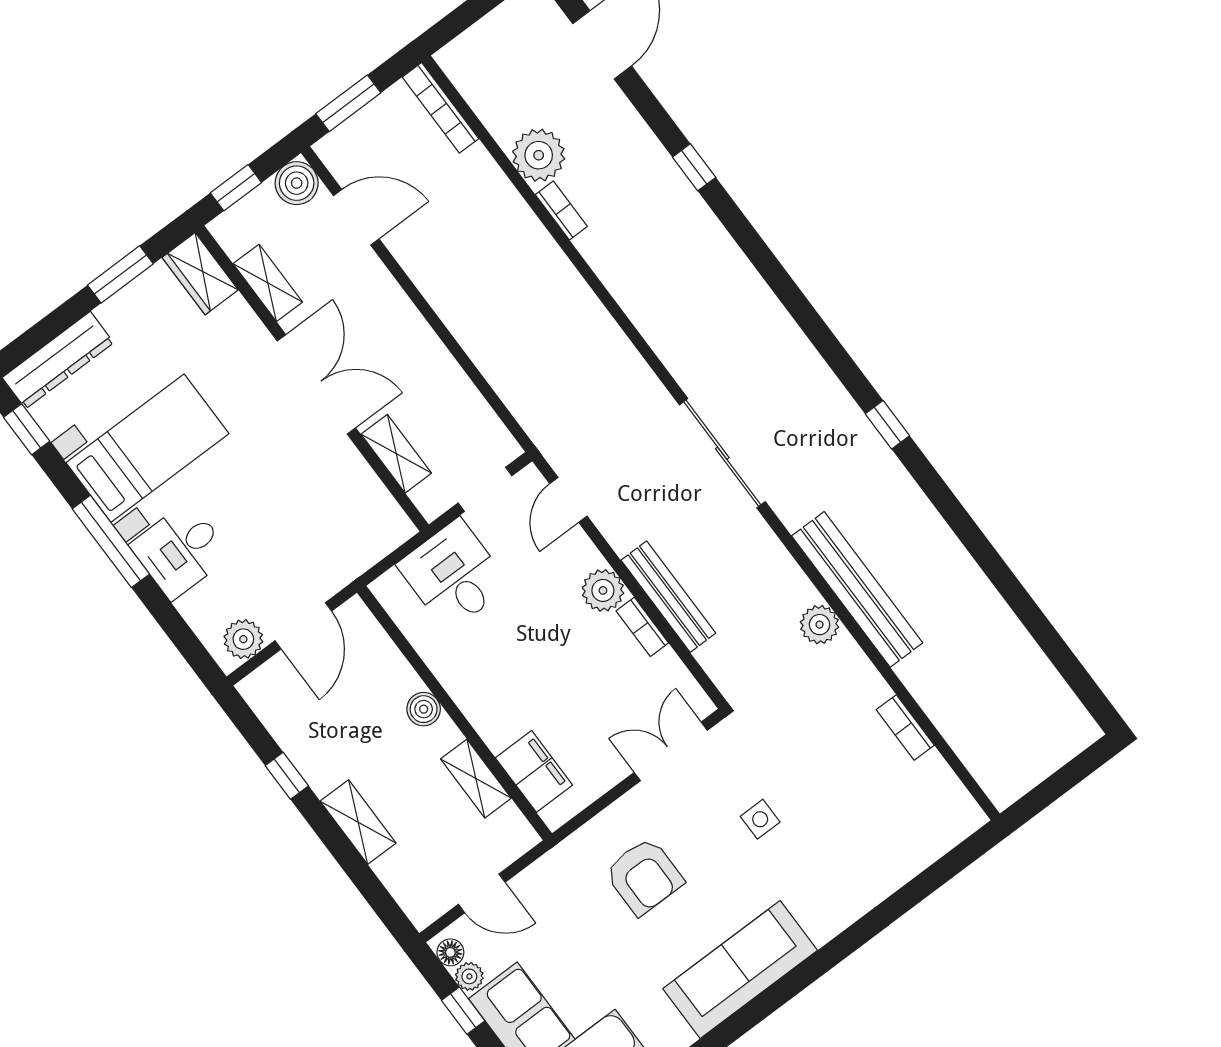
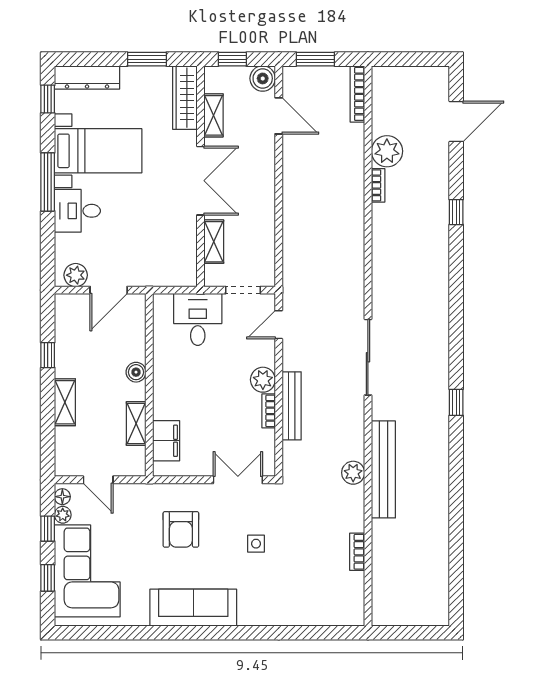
wardrobe: (200, 274) -> (185, 98), width x1.50

